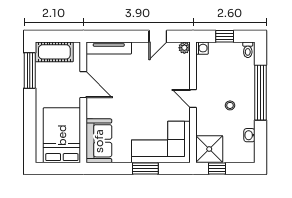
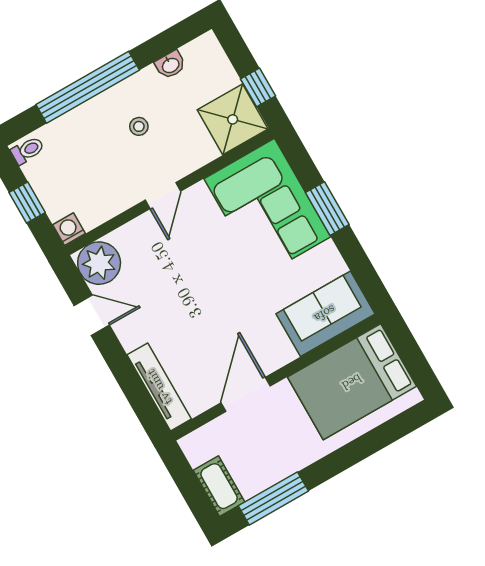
plant: (184, 48) -> (99, 263), width x1.87, depth x1.87
cot: (54, 52) -> (219, 486), width x0.73, depth x0.75

